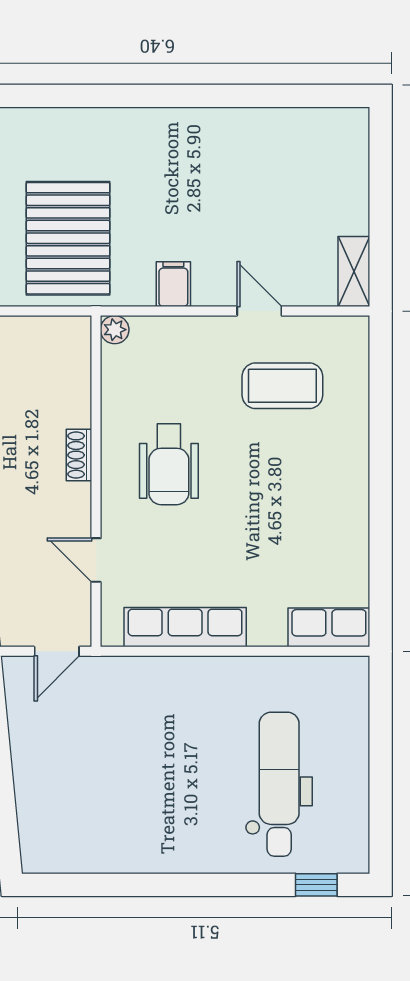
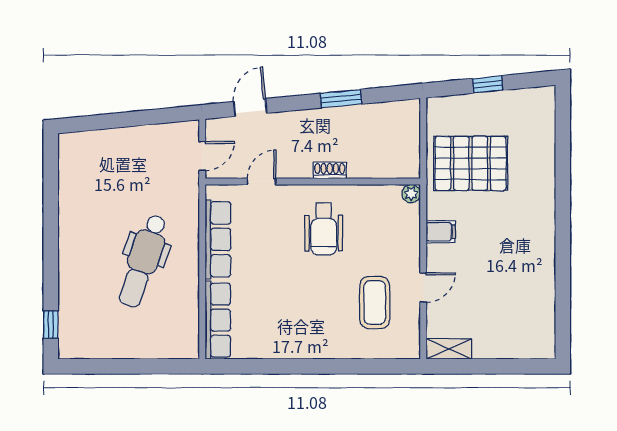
wheelchair: (169, 464) -> (324, 229), turned -90
row of seats: (329, 627) -> (218, 320), width x1.48
door: (57, 651) -> (202, 156), swing flipped
dental chair: (279, 784) -> (143, 261), moved, turned 109

